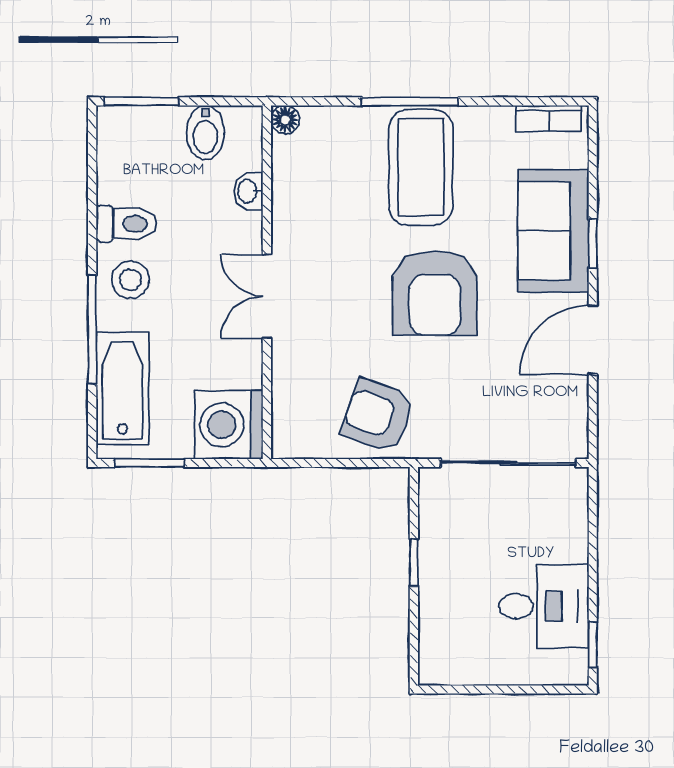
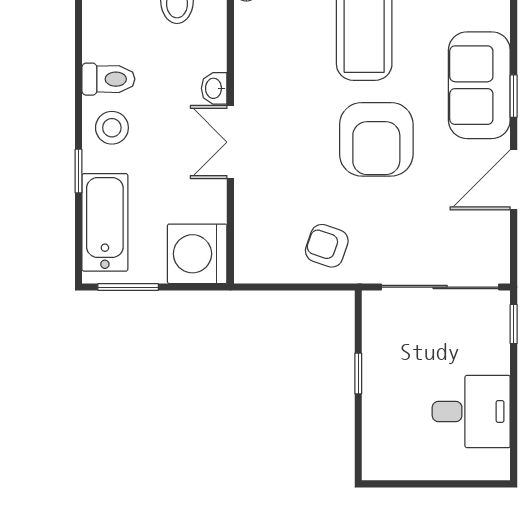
washbasin: (248, 191) -> (214, 88), moved
window: (92, 330) -> (78, 171), width x0.46
armchair: (378, 416) -> (327, 246), width x0.72, depth x0.72
window: (593, 645) -> (514, 324), moved

